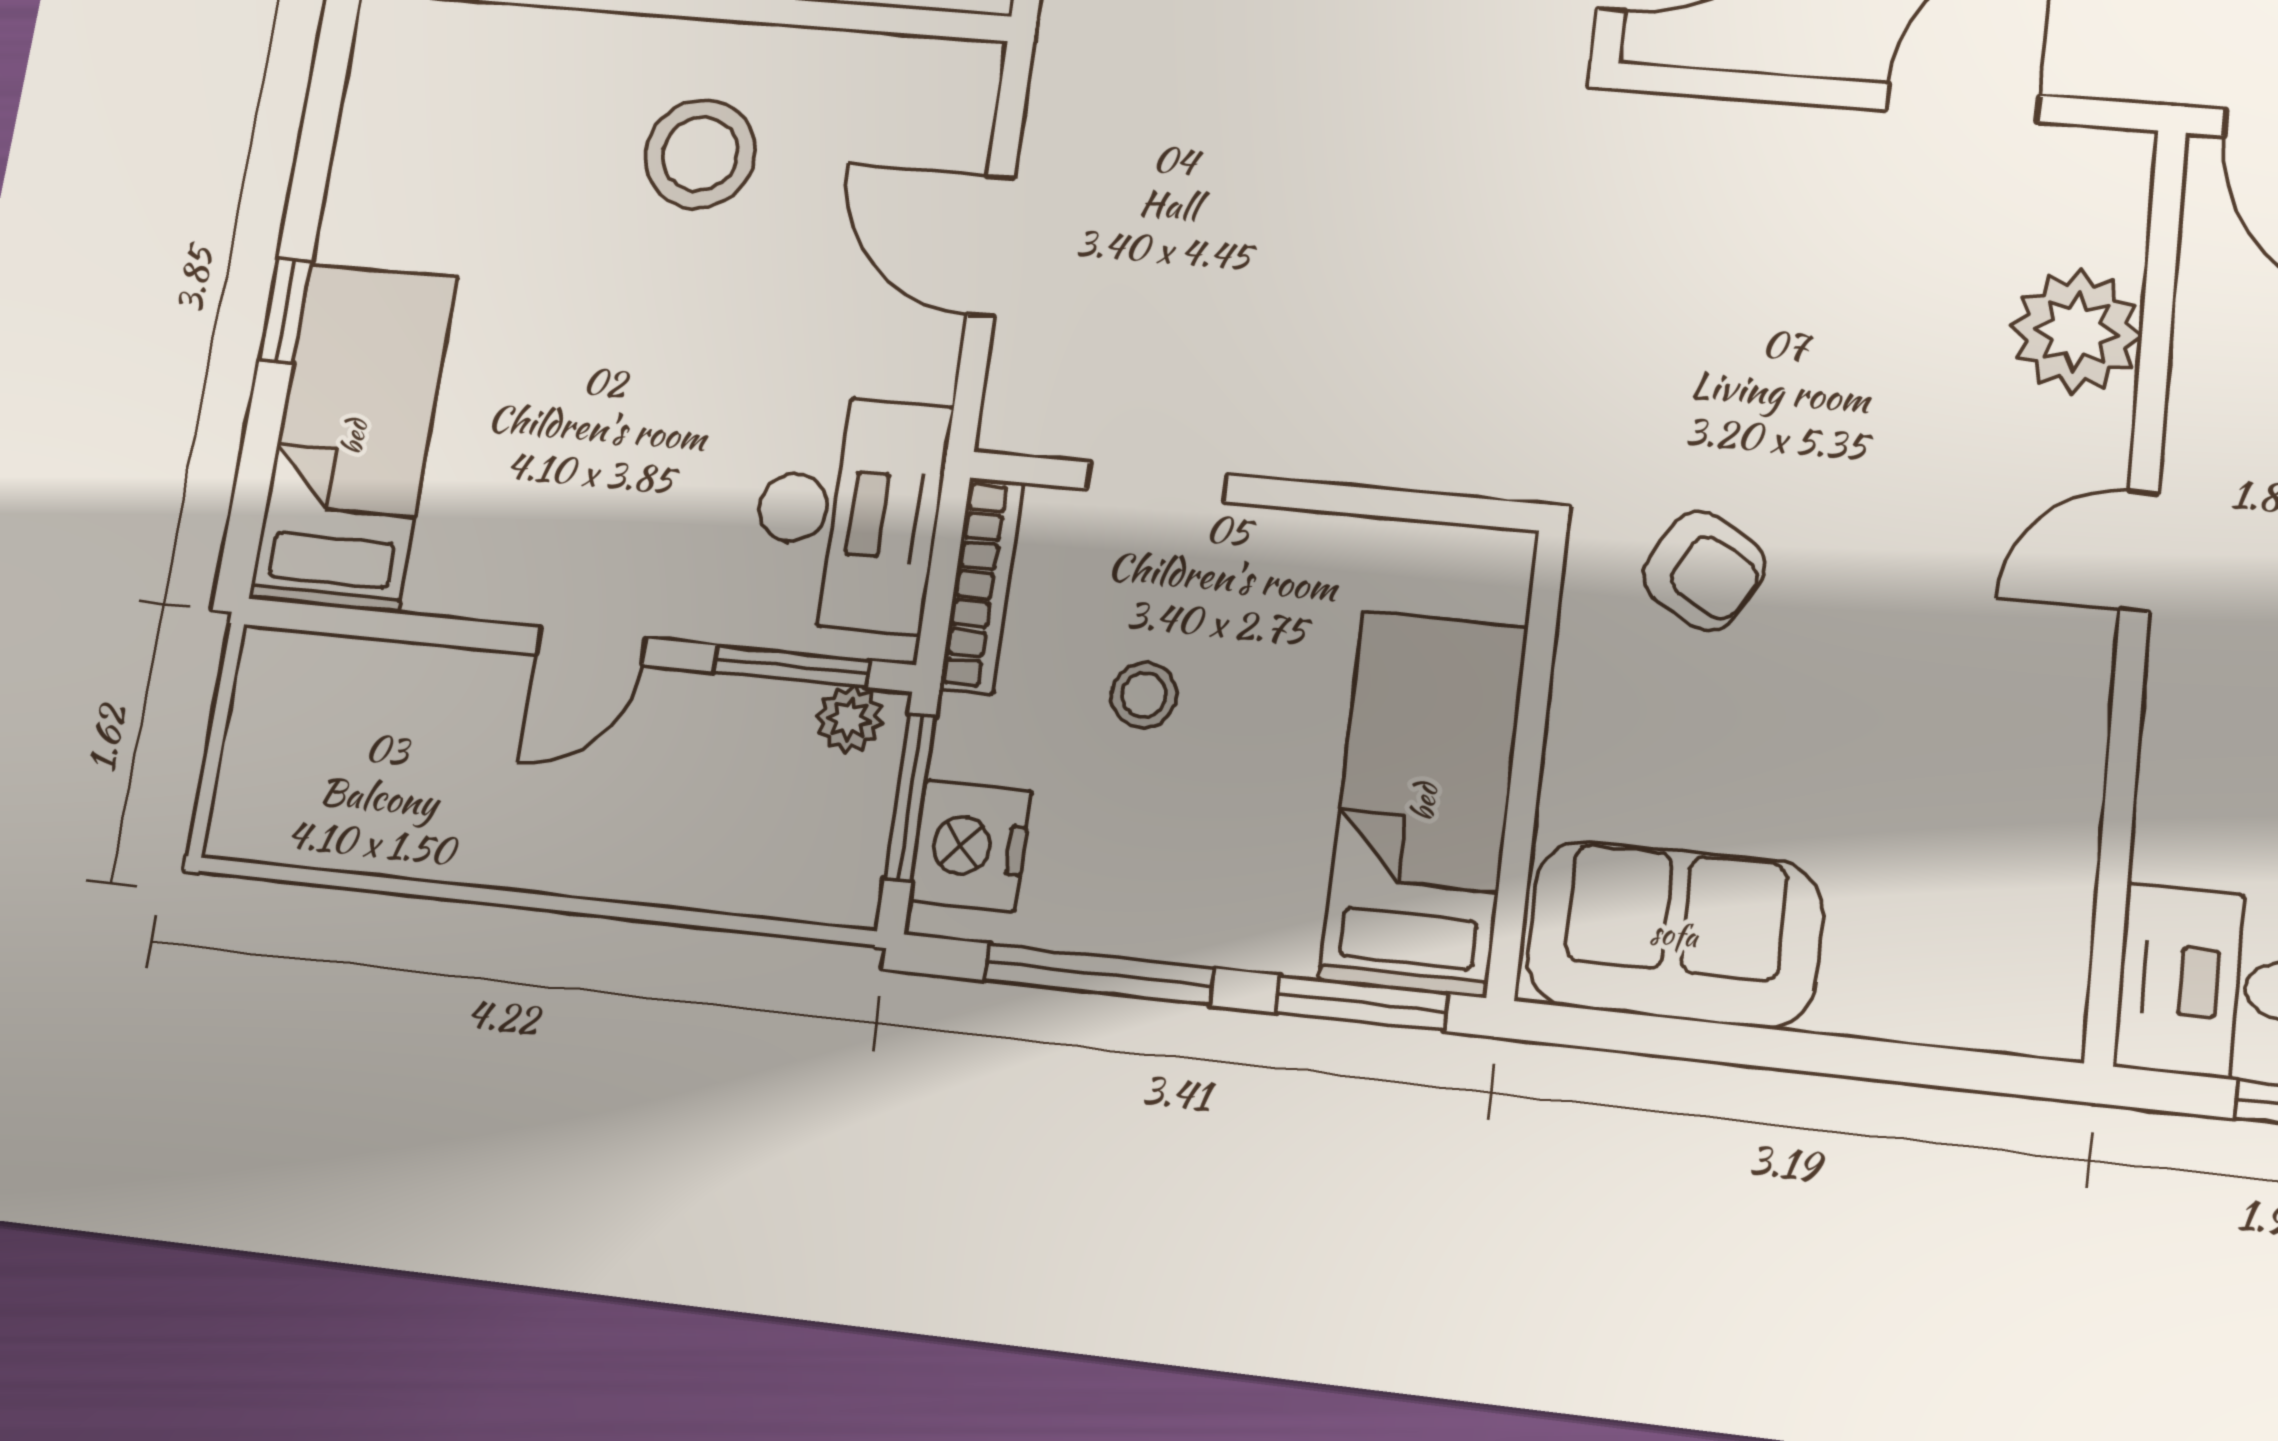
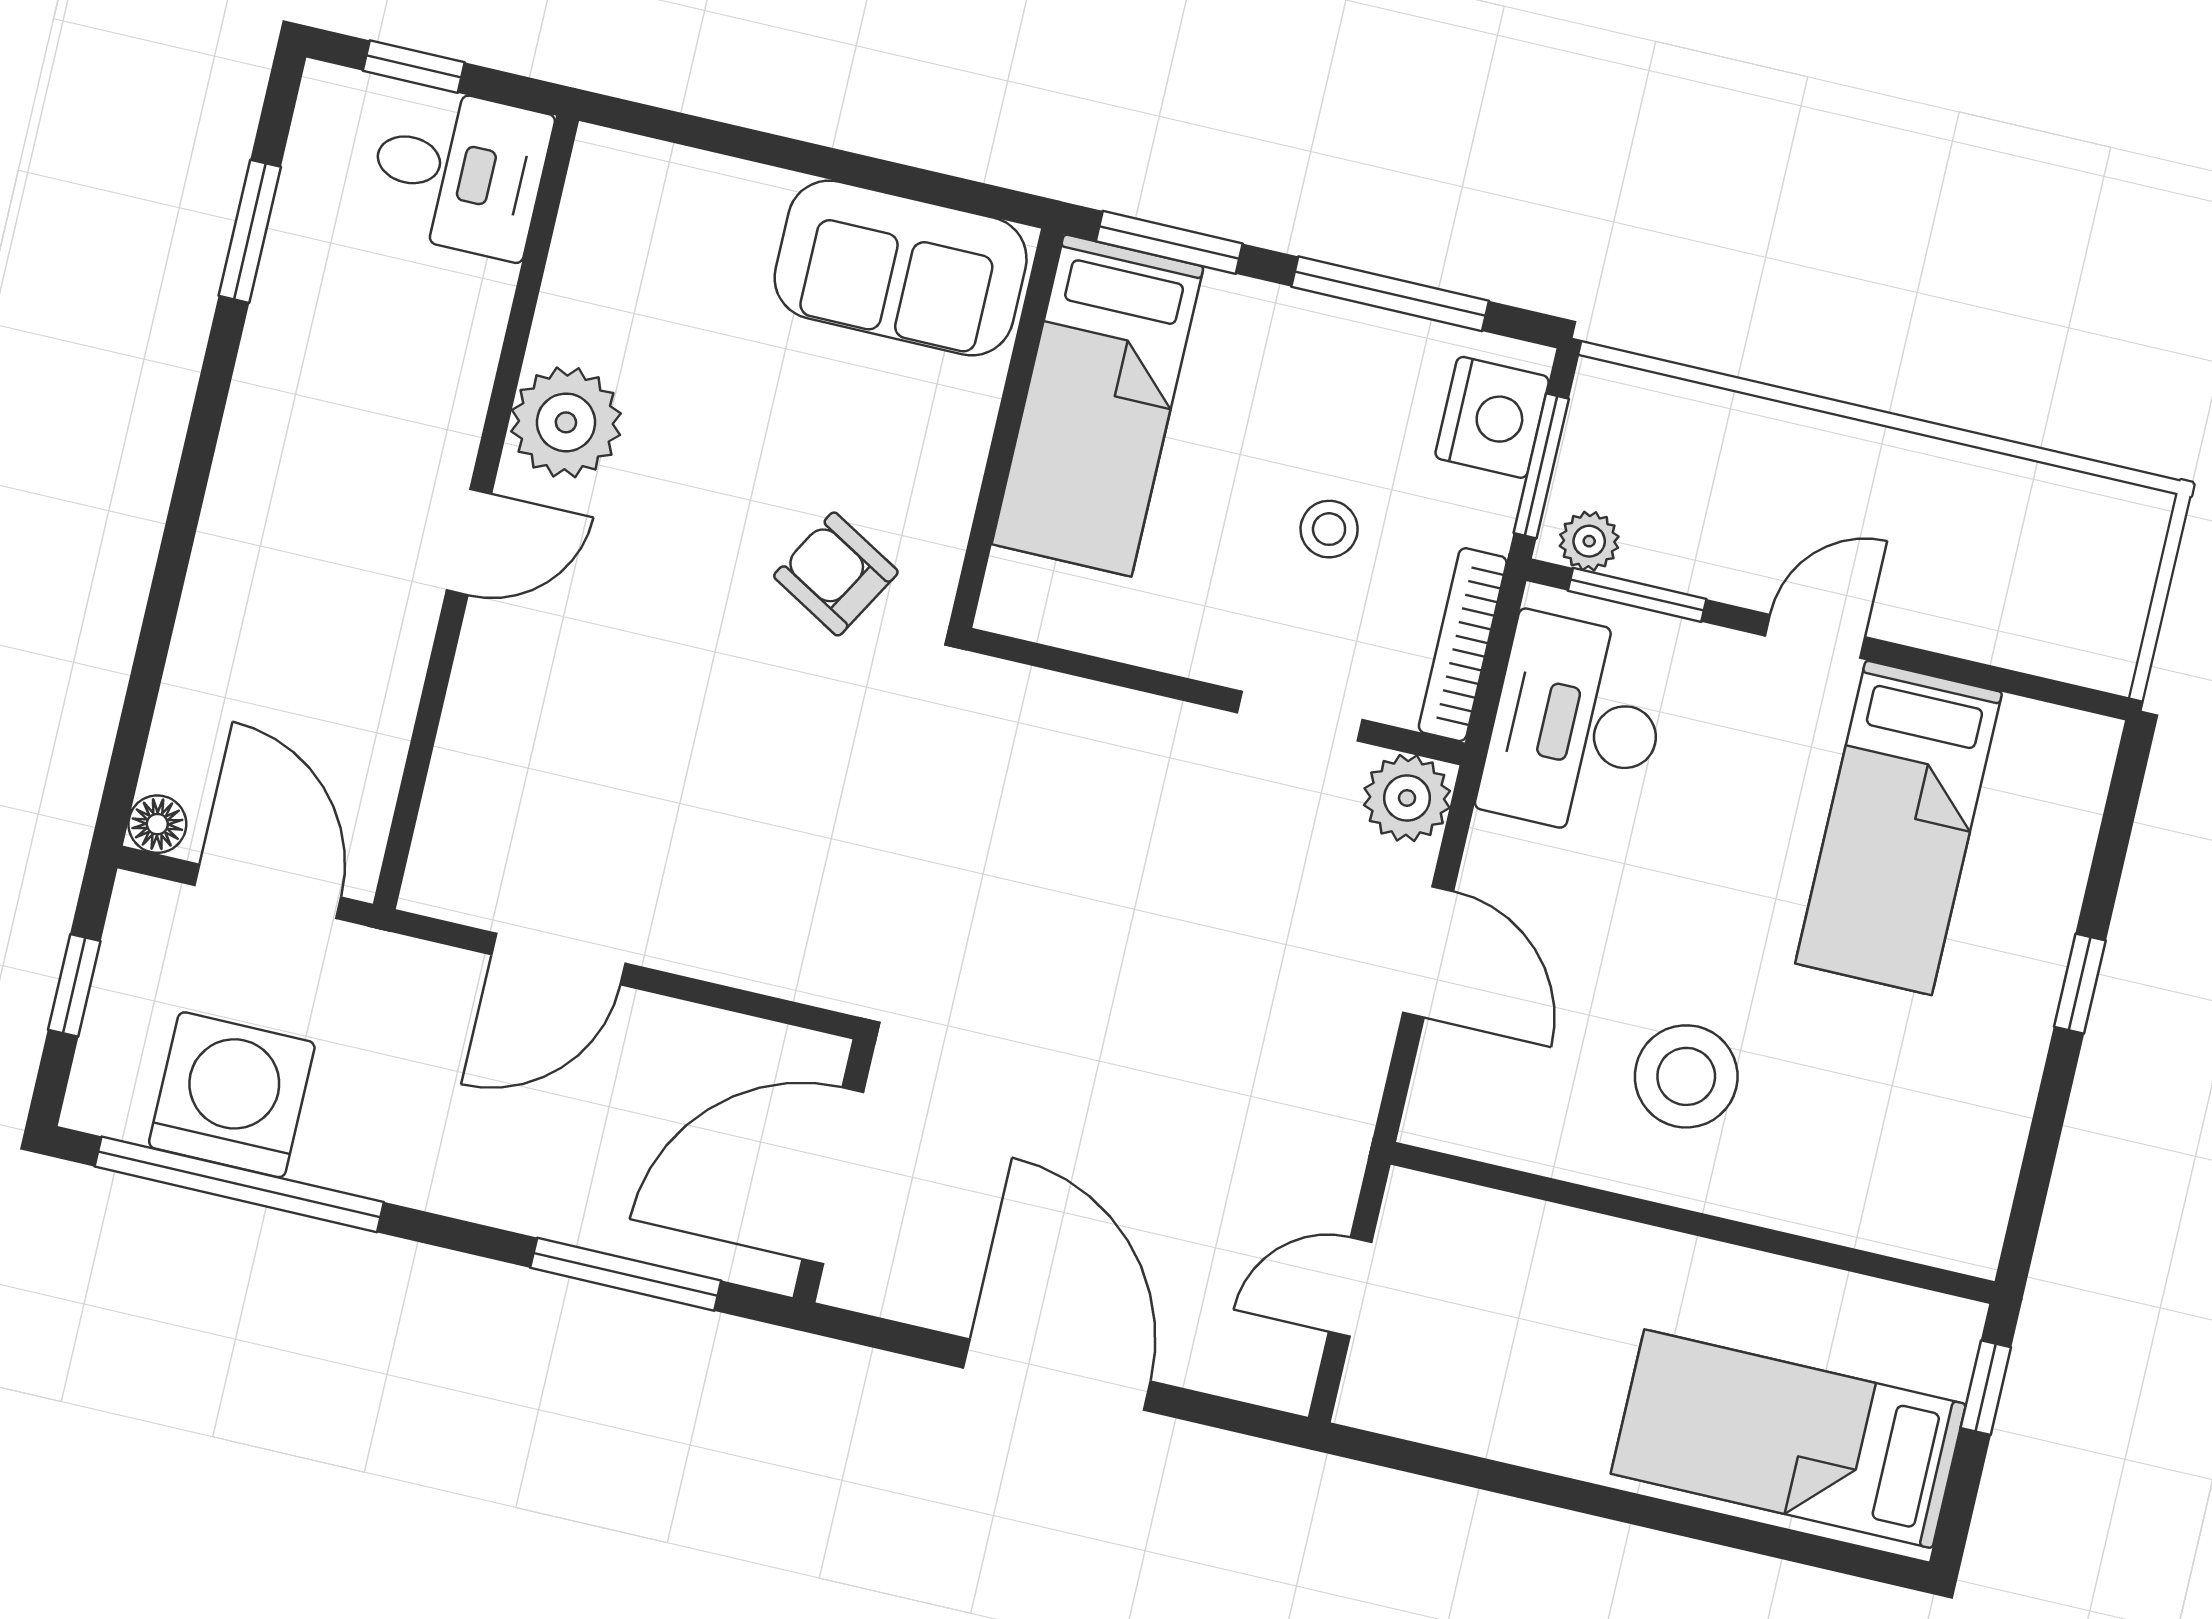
plant: (2076, 331) -> (566, 422), moved
plant: (1029, 408) -> (1407, 798), added
bed: (354, 437) -> (1899, 828), moved

